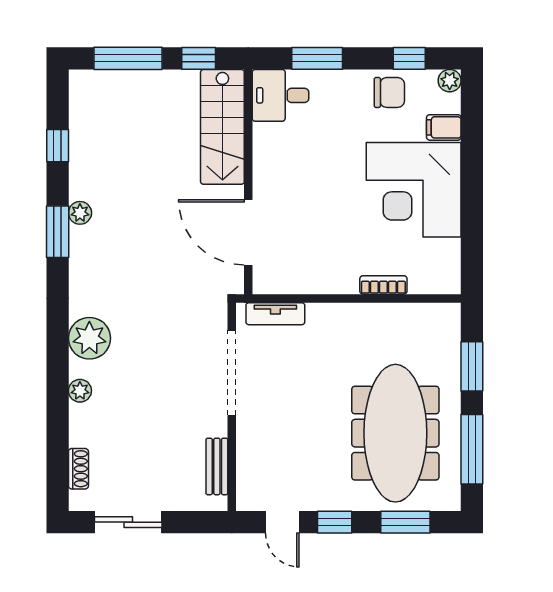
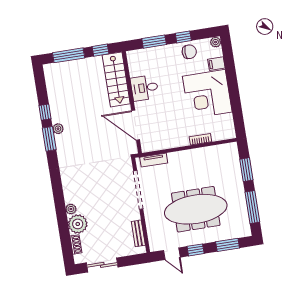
window: (409, 58) -> (183, 37), moved
desk: (281, 95) -> (145, 88), moved
window: (58, 146) -> (45, 112), moved
plant: (89, 338) -> (78, 224), moved
meeting table: (395, 433) -> (196, 209), moved, turned 90

